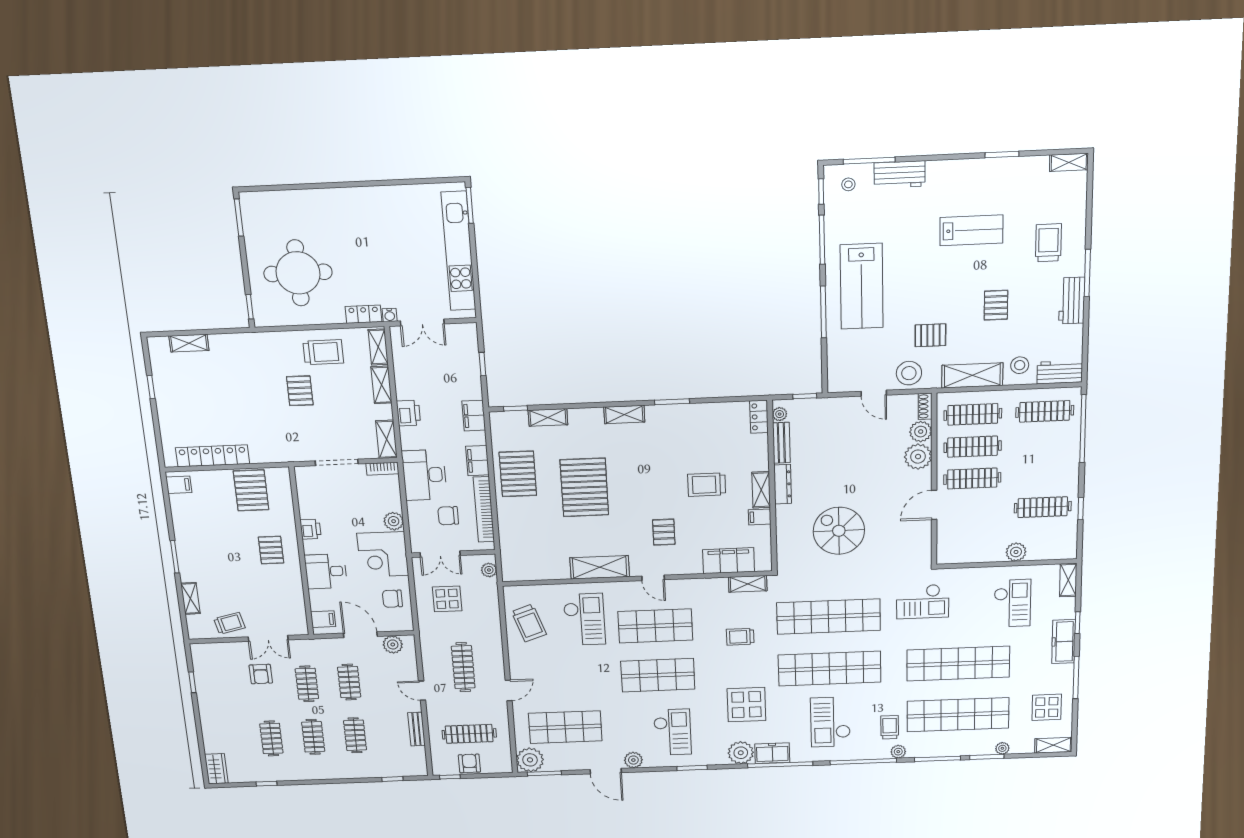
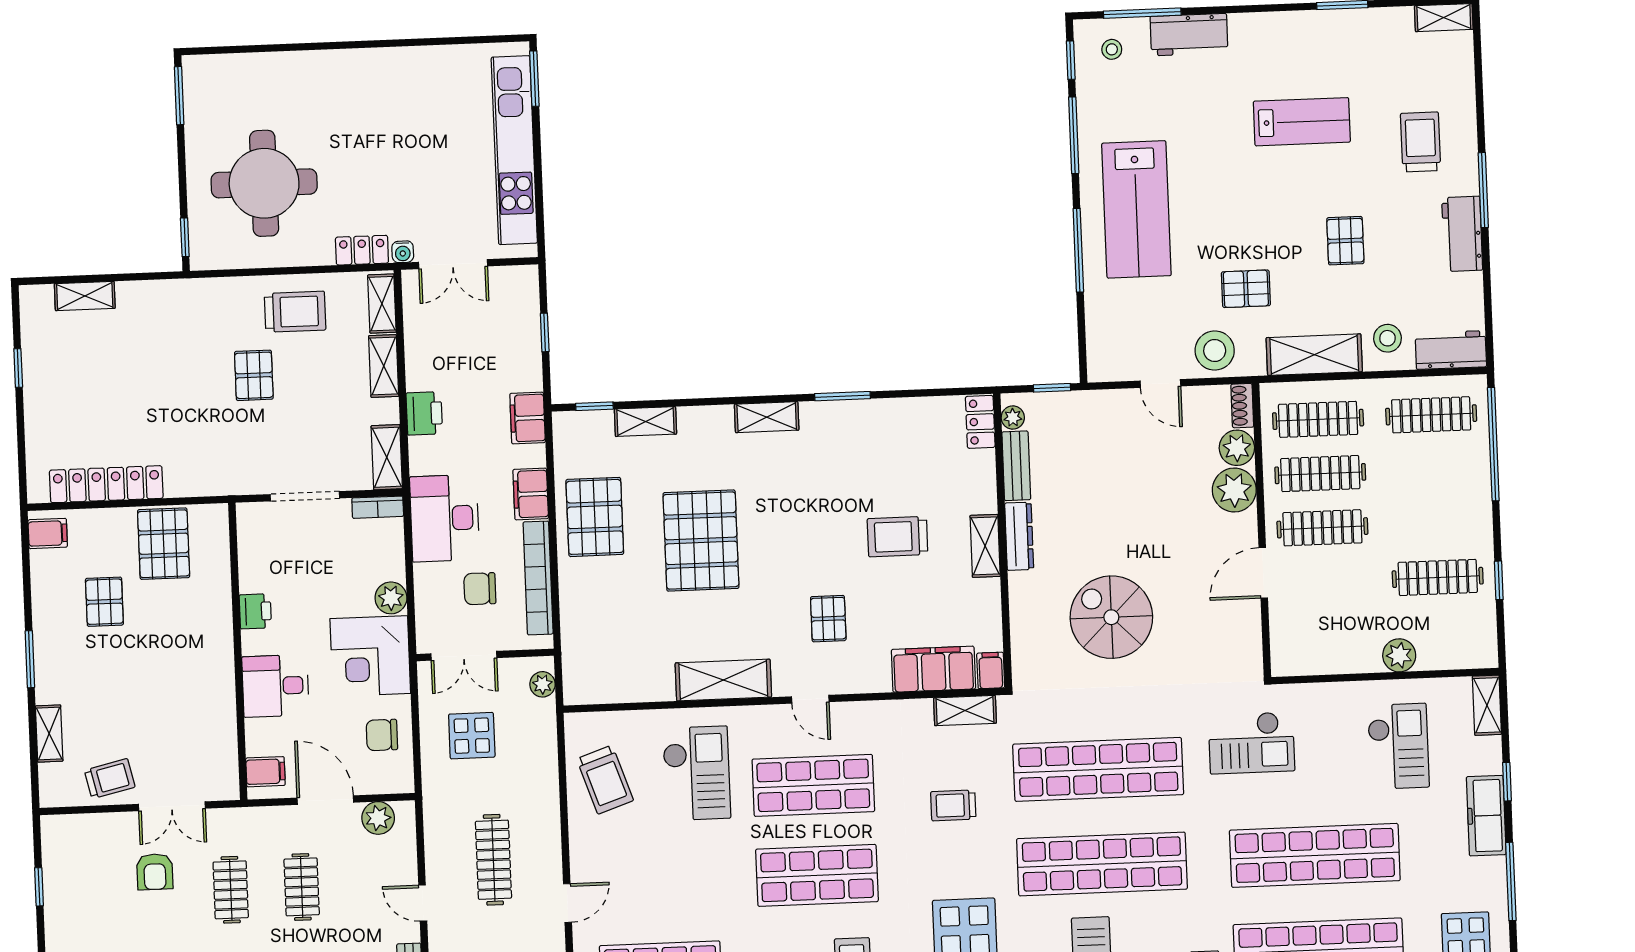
filing cabinet: (760, 517) -> (991, 670), moved, turned 90
pallet: (271, 550) -> (104, 602), moved

